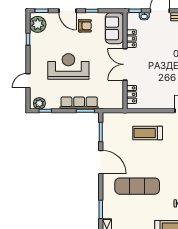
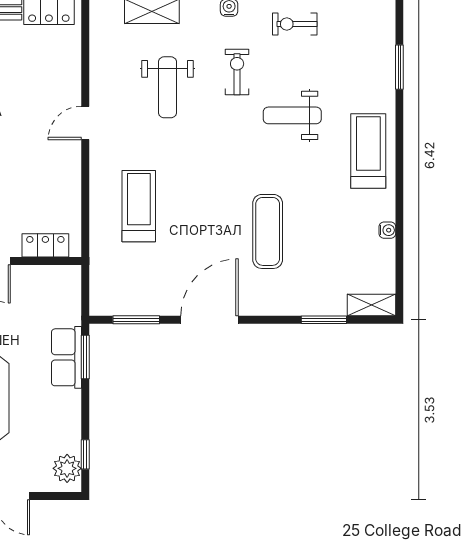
row of seats: (79, 103) -> (66, 357), width x0.68
treadmill: (148, 133) -> (139, 206), turned 180
exercise mat: (137, 186) -> (268, 231), width x0.73, depth x0.69

